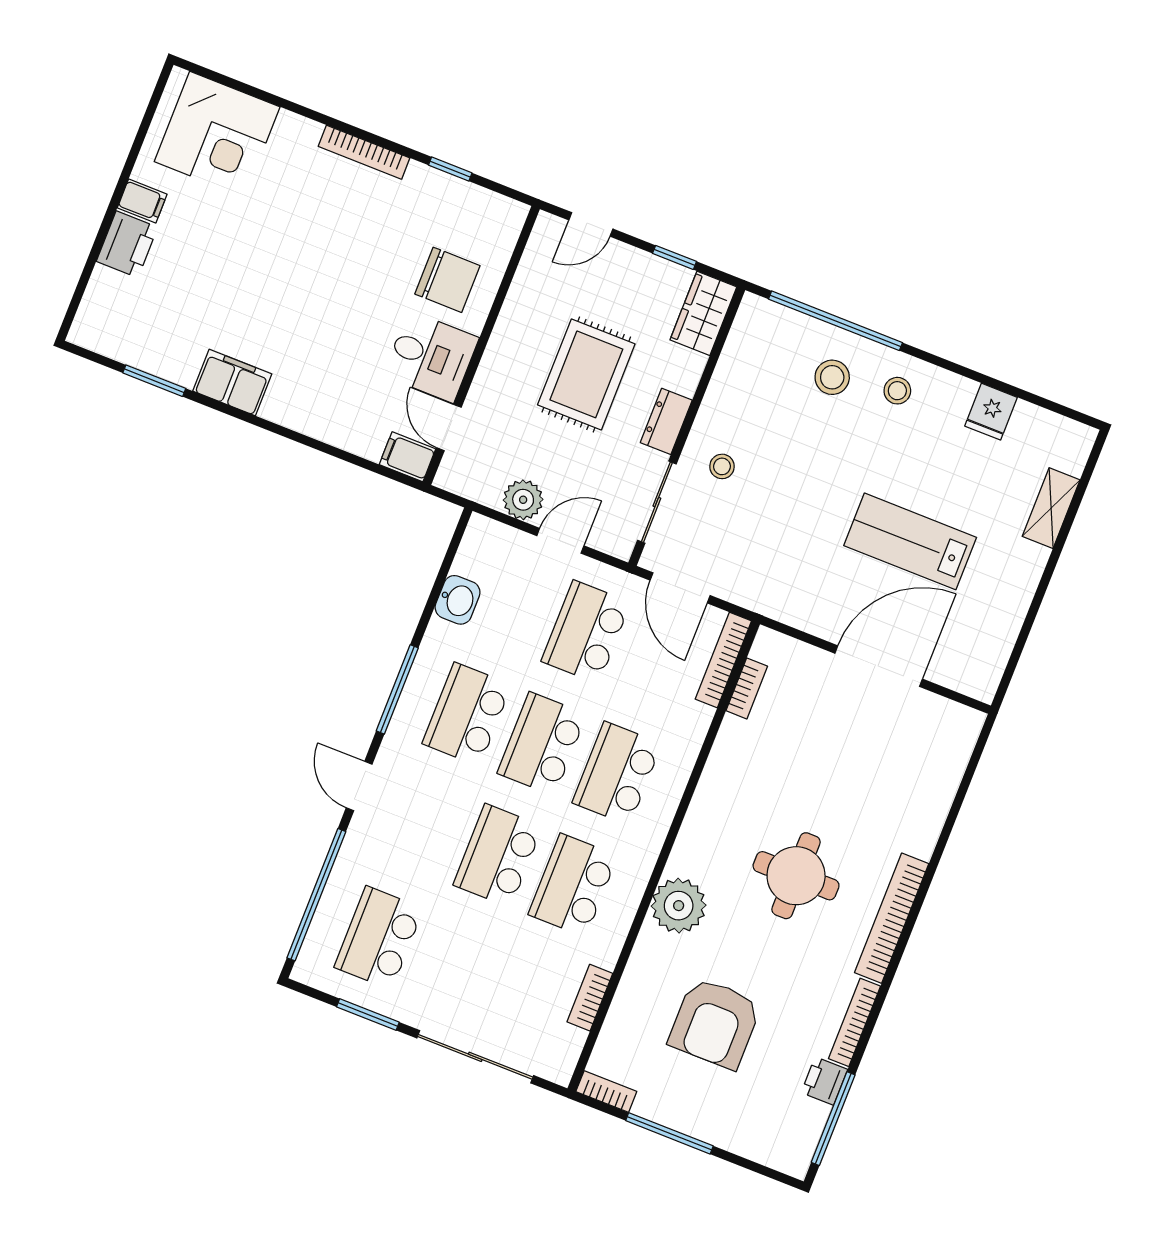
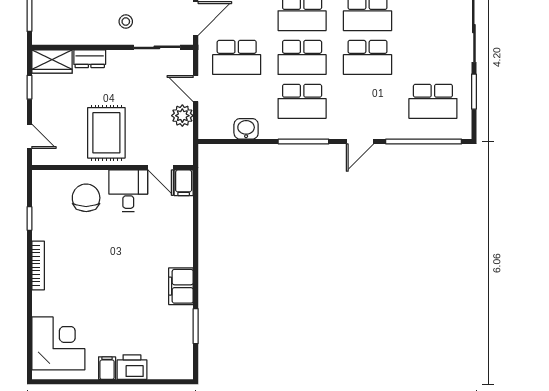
rug: (586, 374) -> (106, 133), moved, turned 90
dresser: (666, 421) -> (90, 59), moved
door: (449, 428) -> (161, 168), hinge flipped

